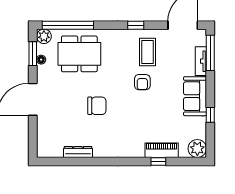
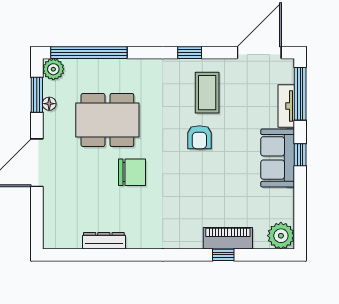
dining table: (79, 54) -> (107, 120), moved
window: (210, 115) -> (300, 155), moved

